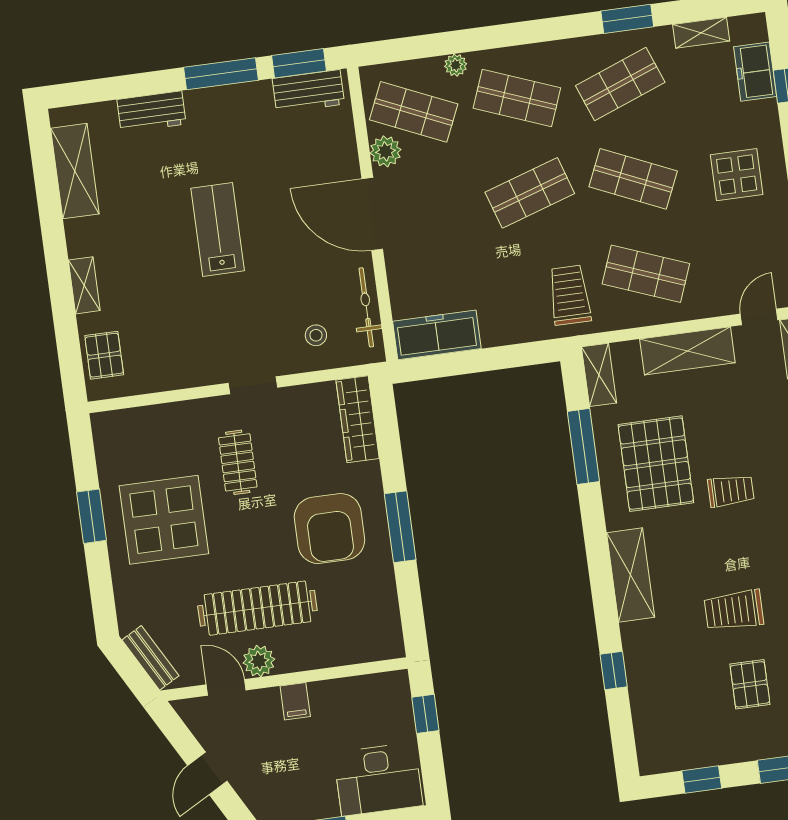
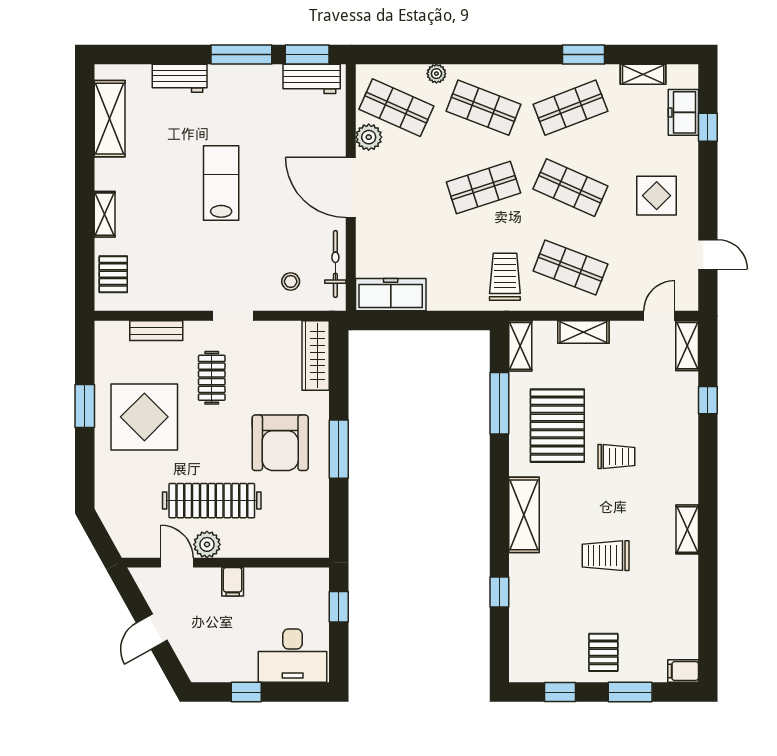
shelving: (687, 351) -> (583, 332), width x0.67, depth x0.75
bench: (150, 658) -> (156, 331), moved, turned -61
pallet: (750, 684) -> (603, 652), moved

